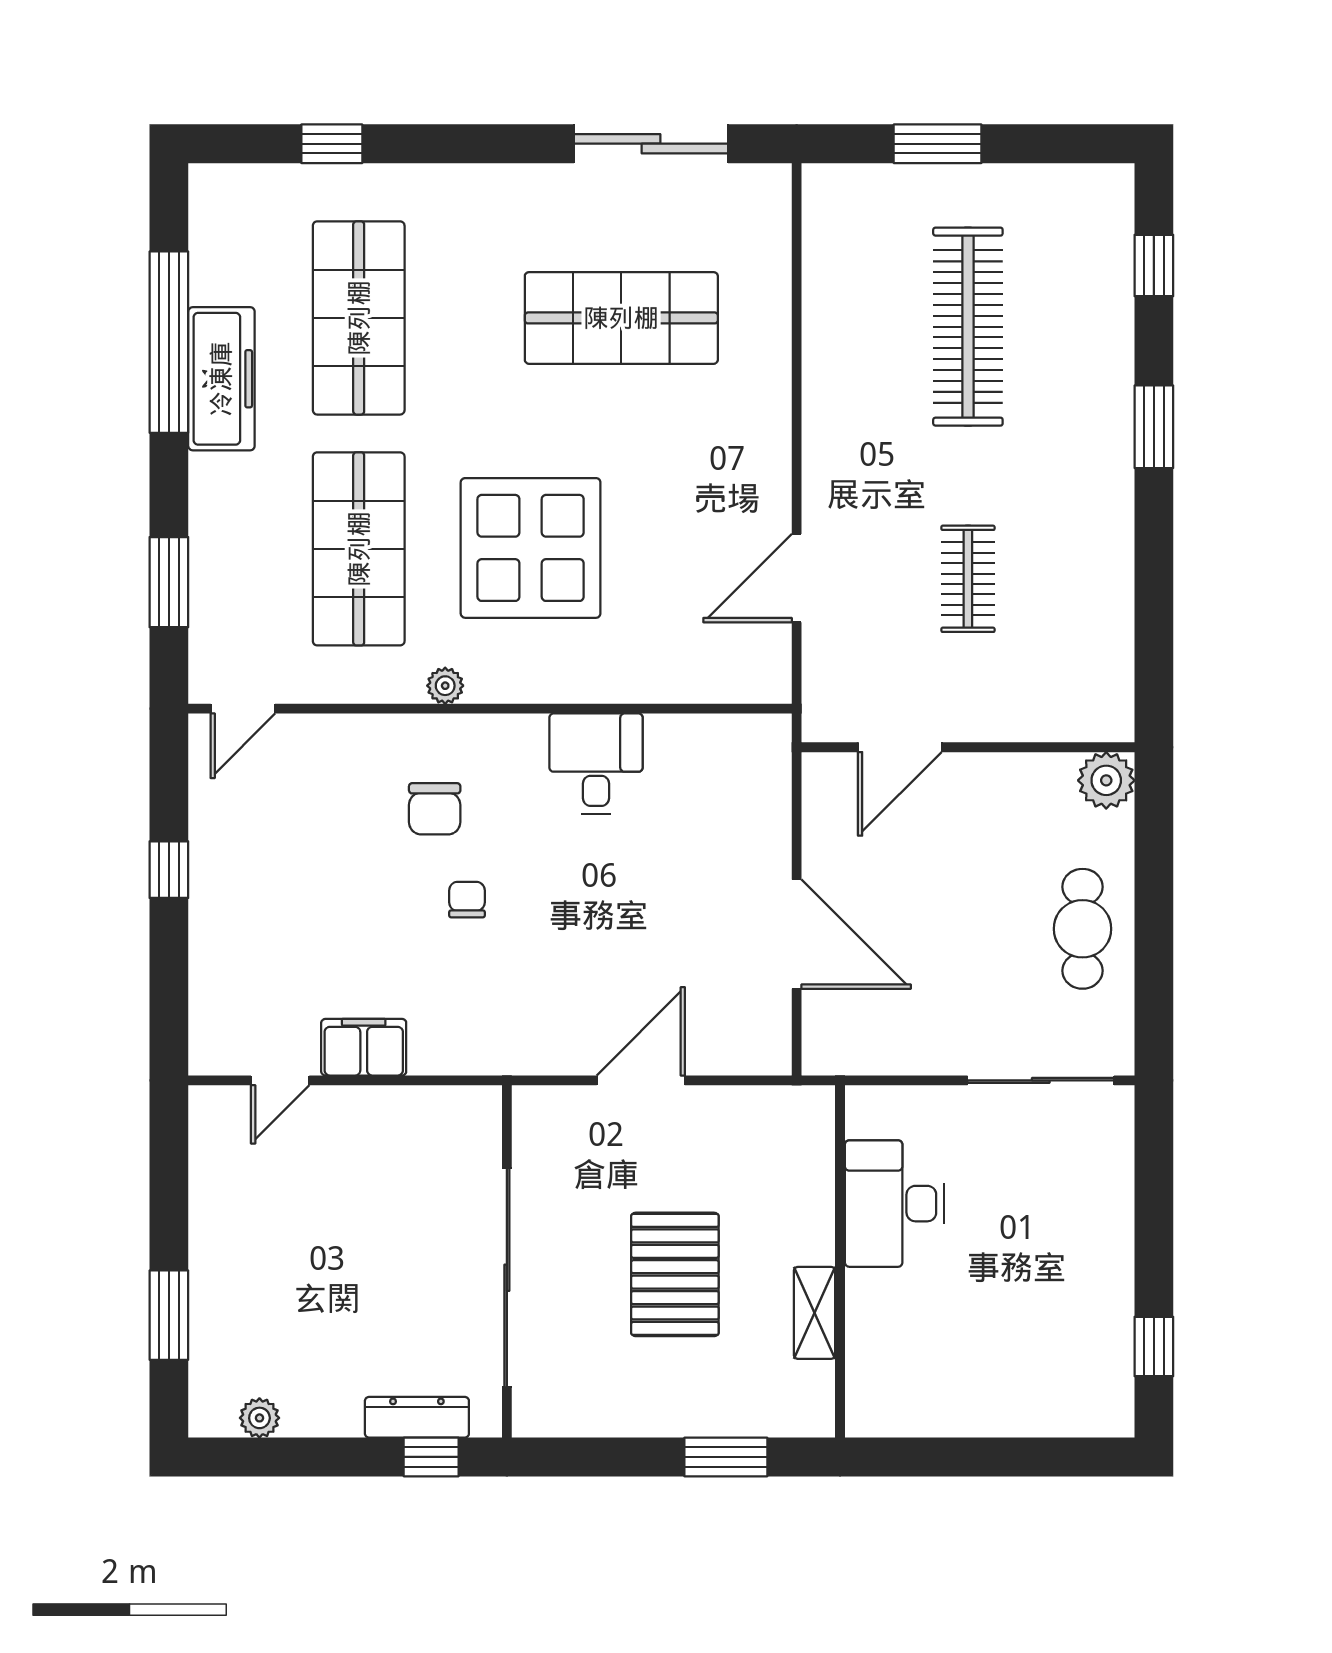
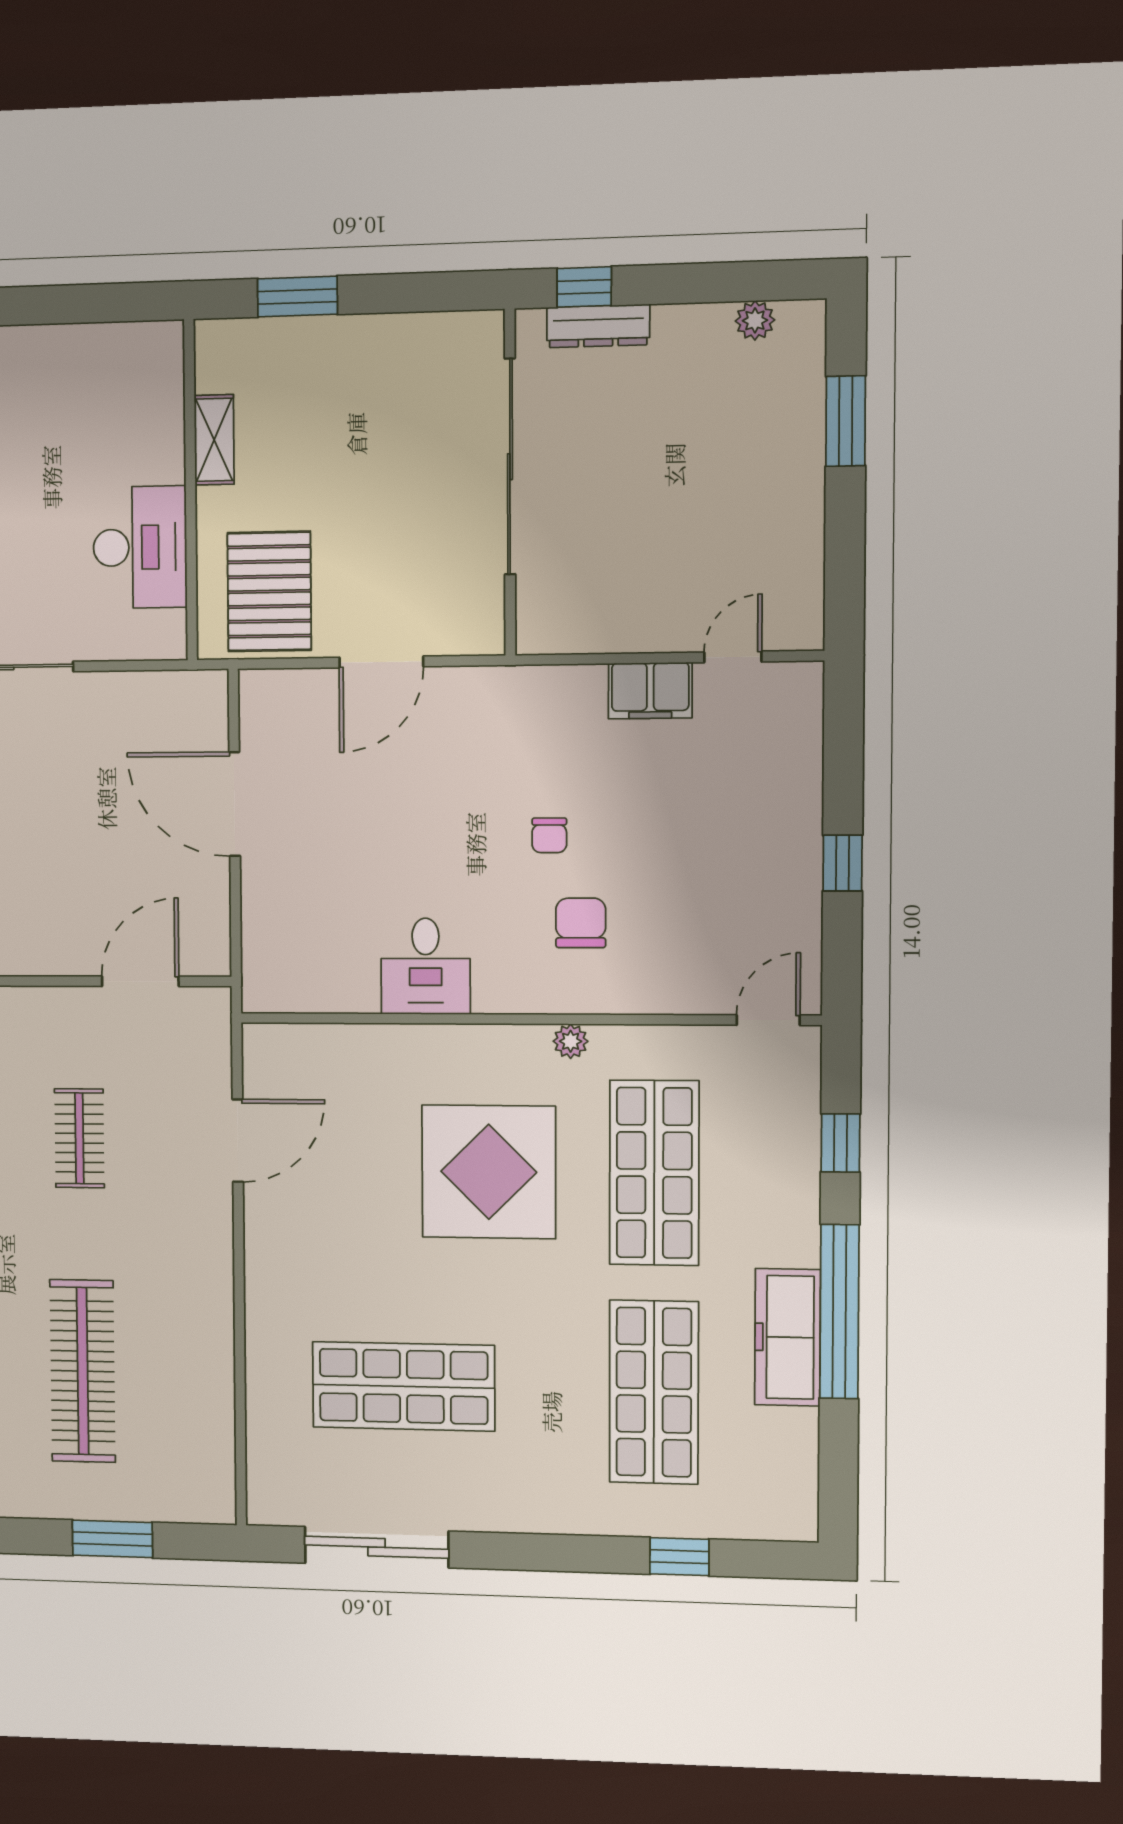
window: (169, 342) -> (839, 1312), moved
window: (169, 582) -> (841, 1143), width x0.67
pallet: (675, 1274) -> (269, 591), moved

